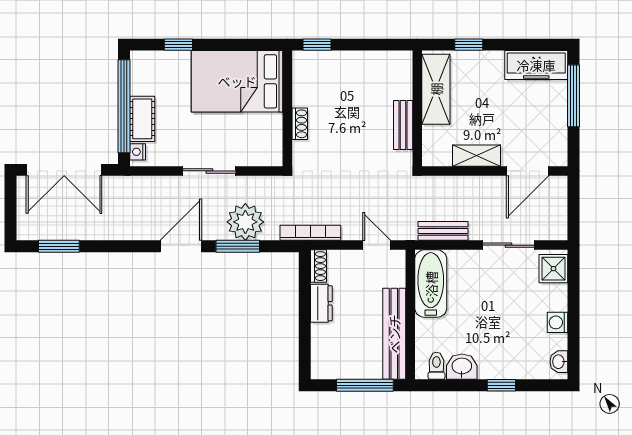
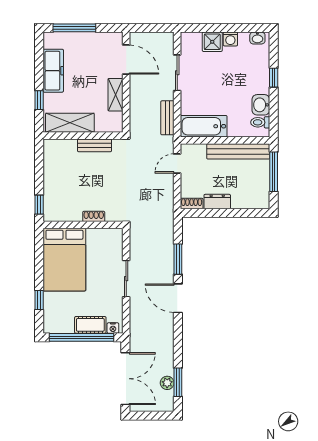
freezer: (536, 65) -> (53, 71), moved
plant: (245, 222) -> (167, 383), moved, width x0.53, depth x0.53
bookcase: (310, 233) -> (169, 209), removed
shower: (553, 269) -> (212, 42), moved

